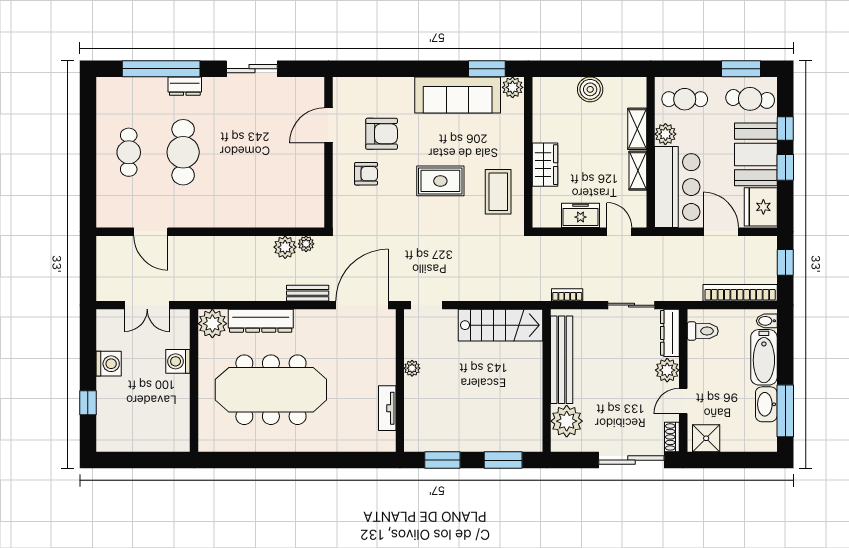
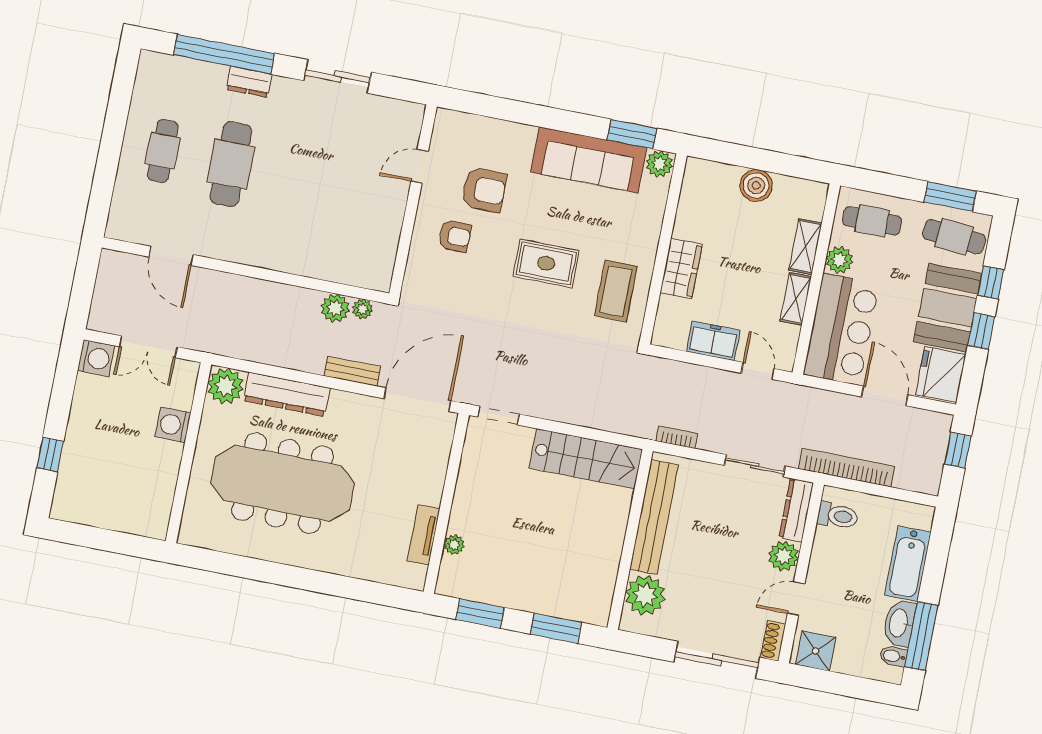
door: (329, 125) -> (420, 166), width x0.73
bookcase: (740, 293) -> (846, 468), moved
bidet: (767, 321) -> (893, 656), moved
washing machine: (109, 364) -> (96, 358), moved
plant: (412, 368) -> (454, 545), moved

